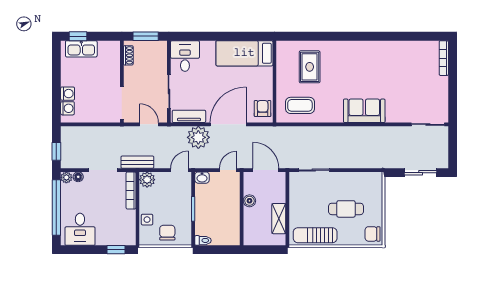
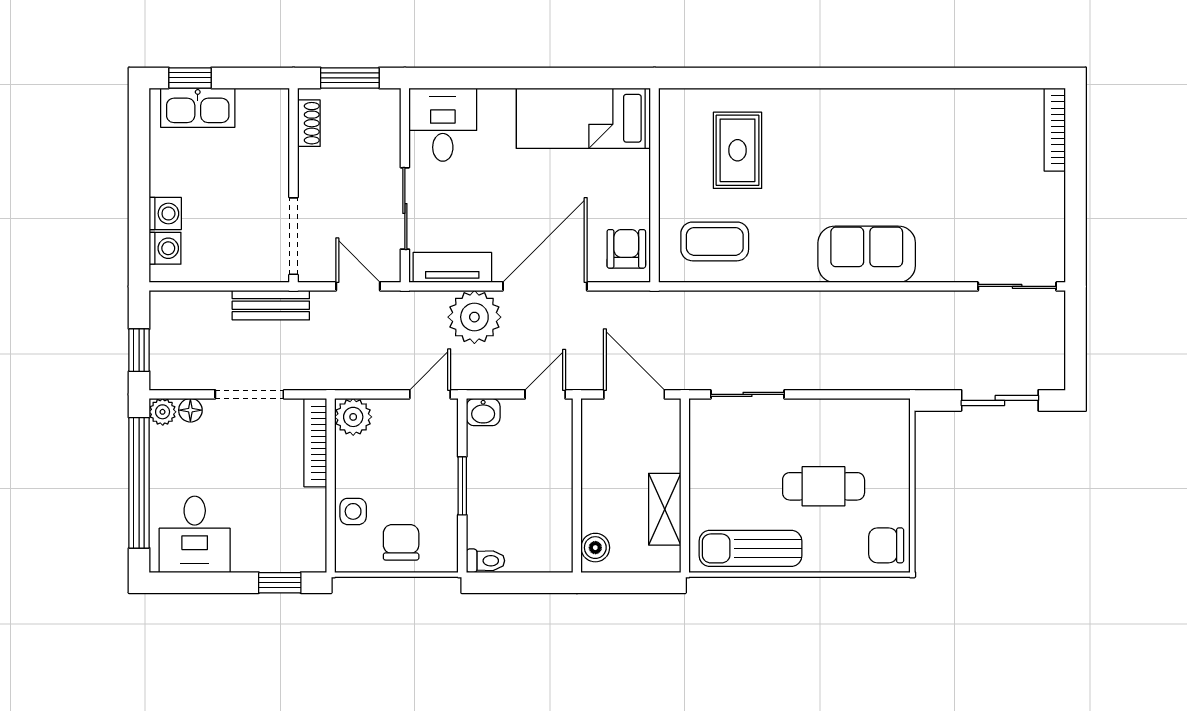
bench: (137, 162) -> (271, 305), moved
boiler: (249, 201) -> (595, 548), moved

